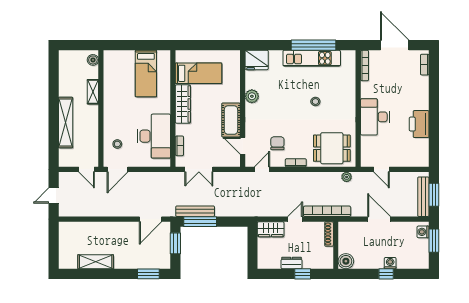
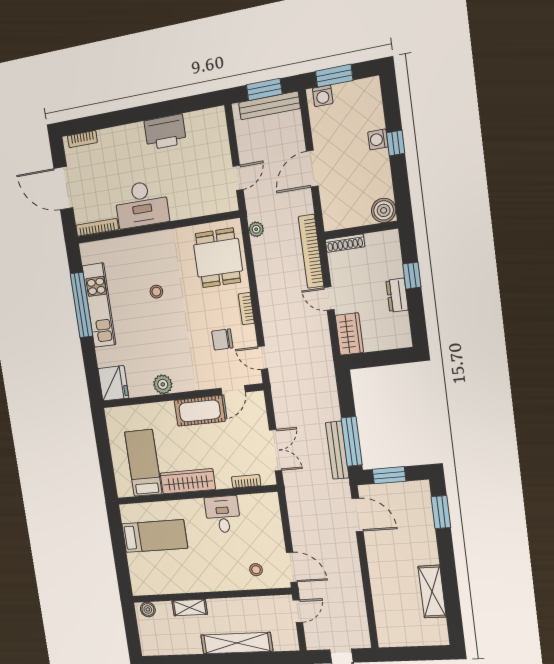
door: (395, 45) -> (63, 188), hinge flipped
desk: (375, 117) -> (142, 204), moved
desk: (154, 136) -> (223, 514), width x0.53, depth x0.77

